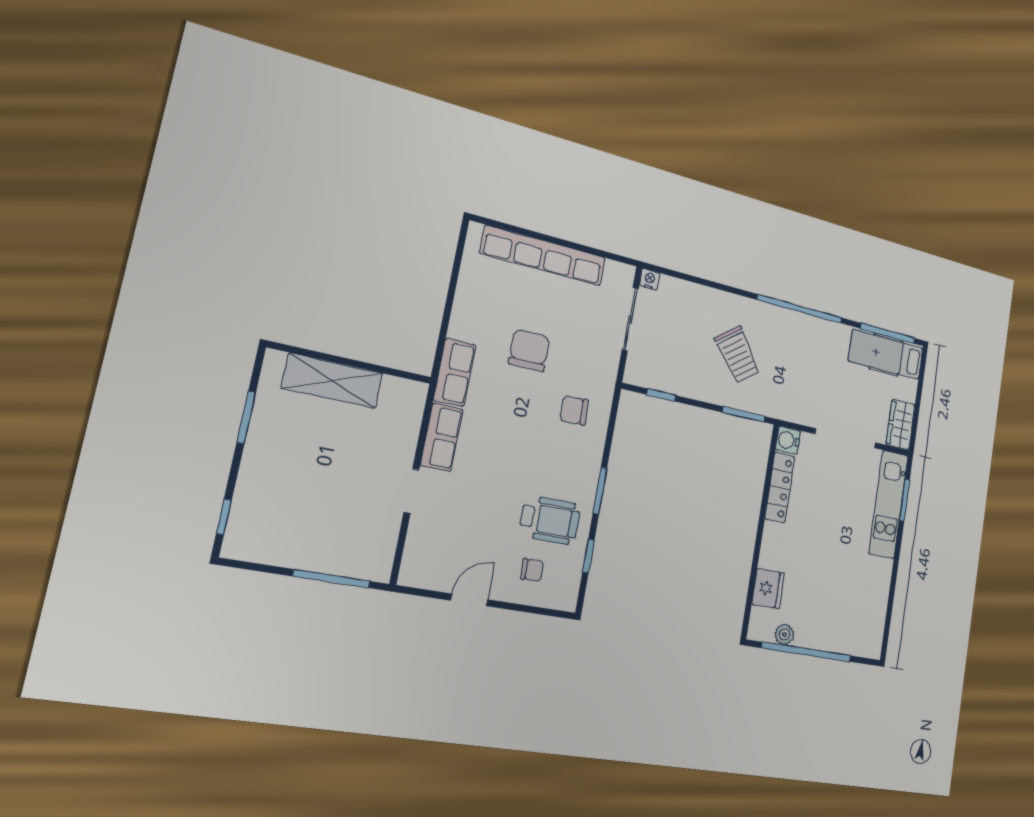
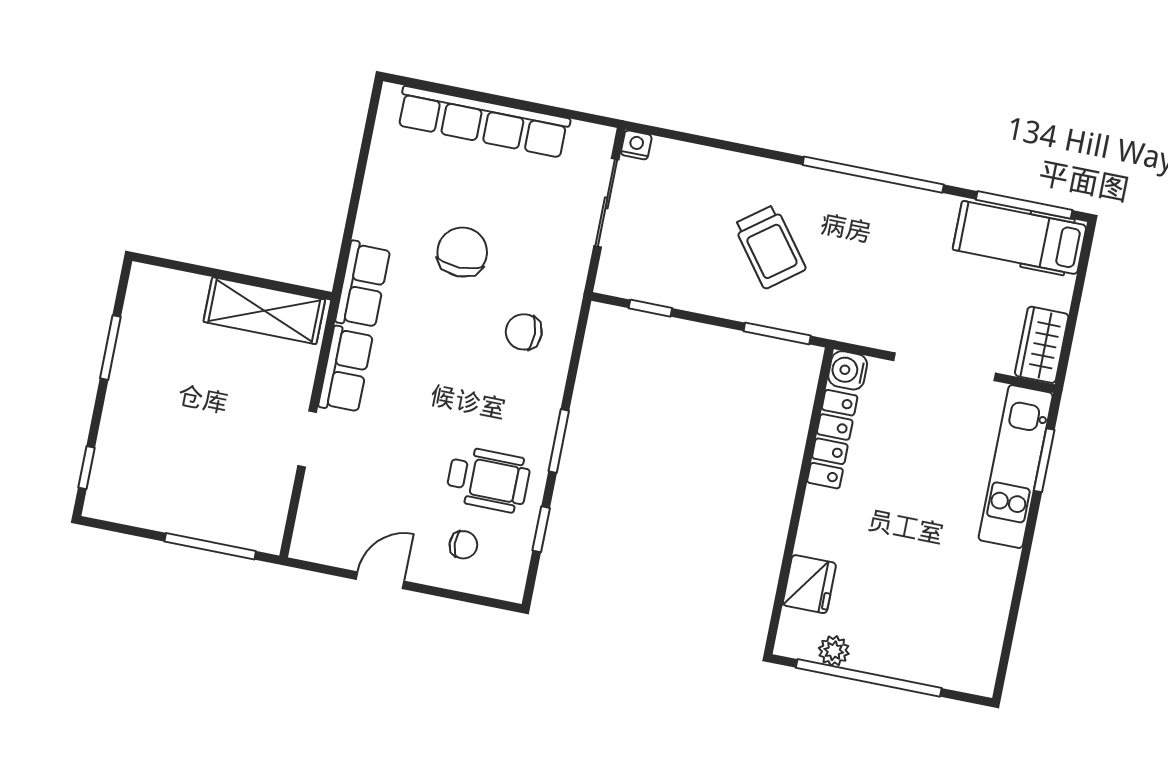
shelving: (332, 381) -> (264, 311), moved

